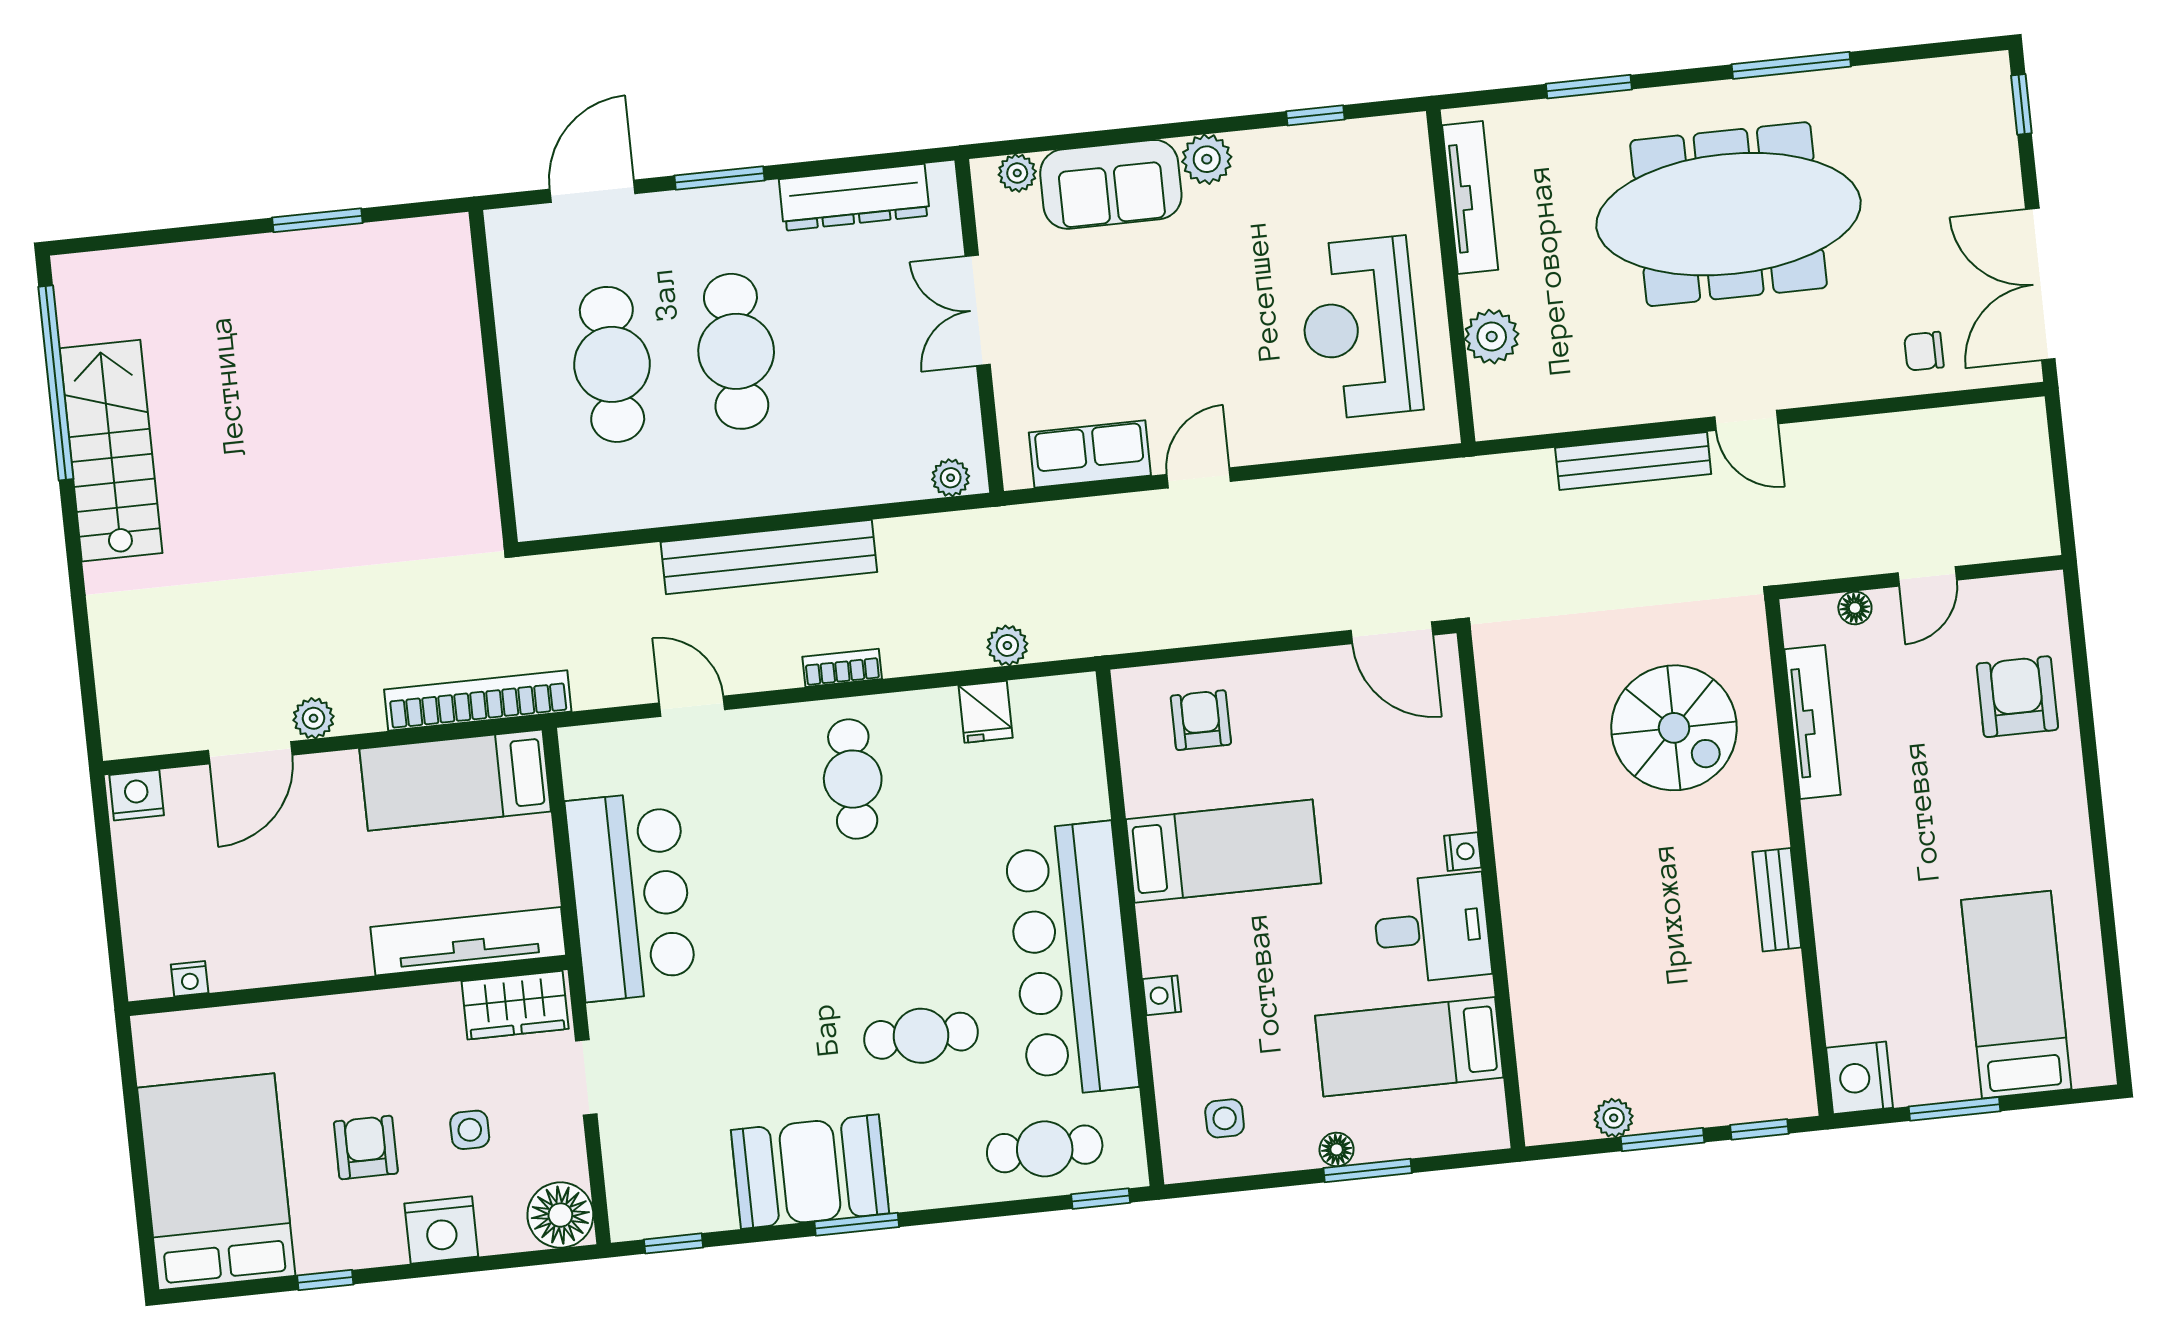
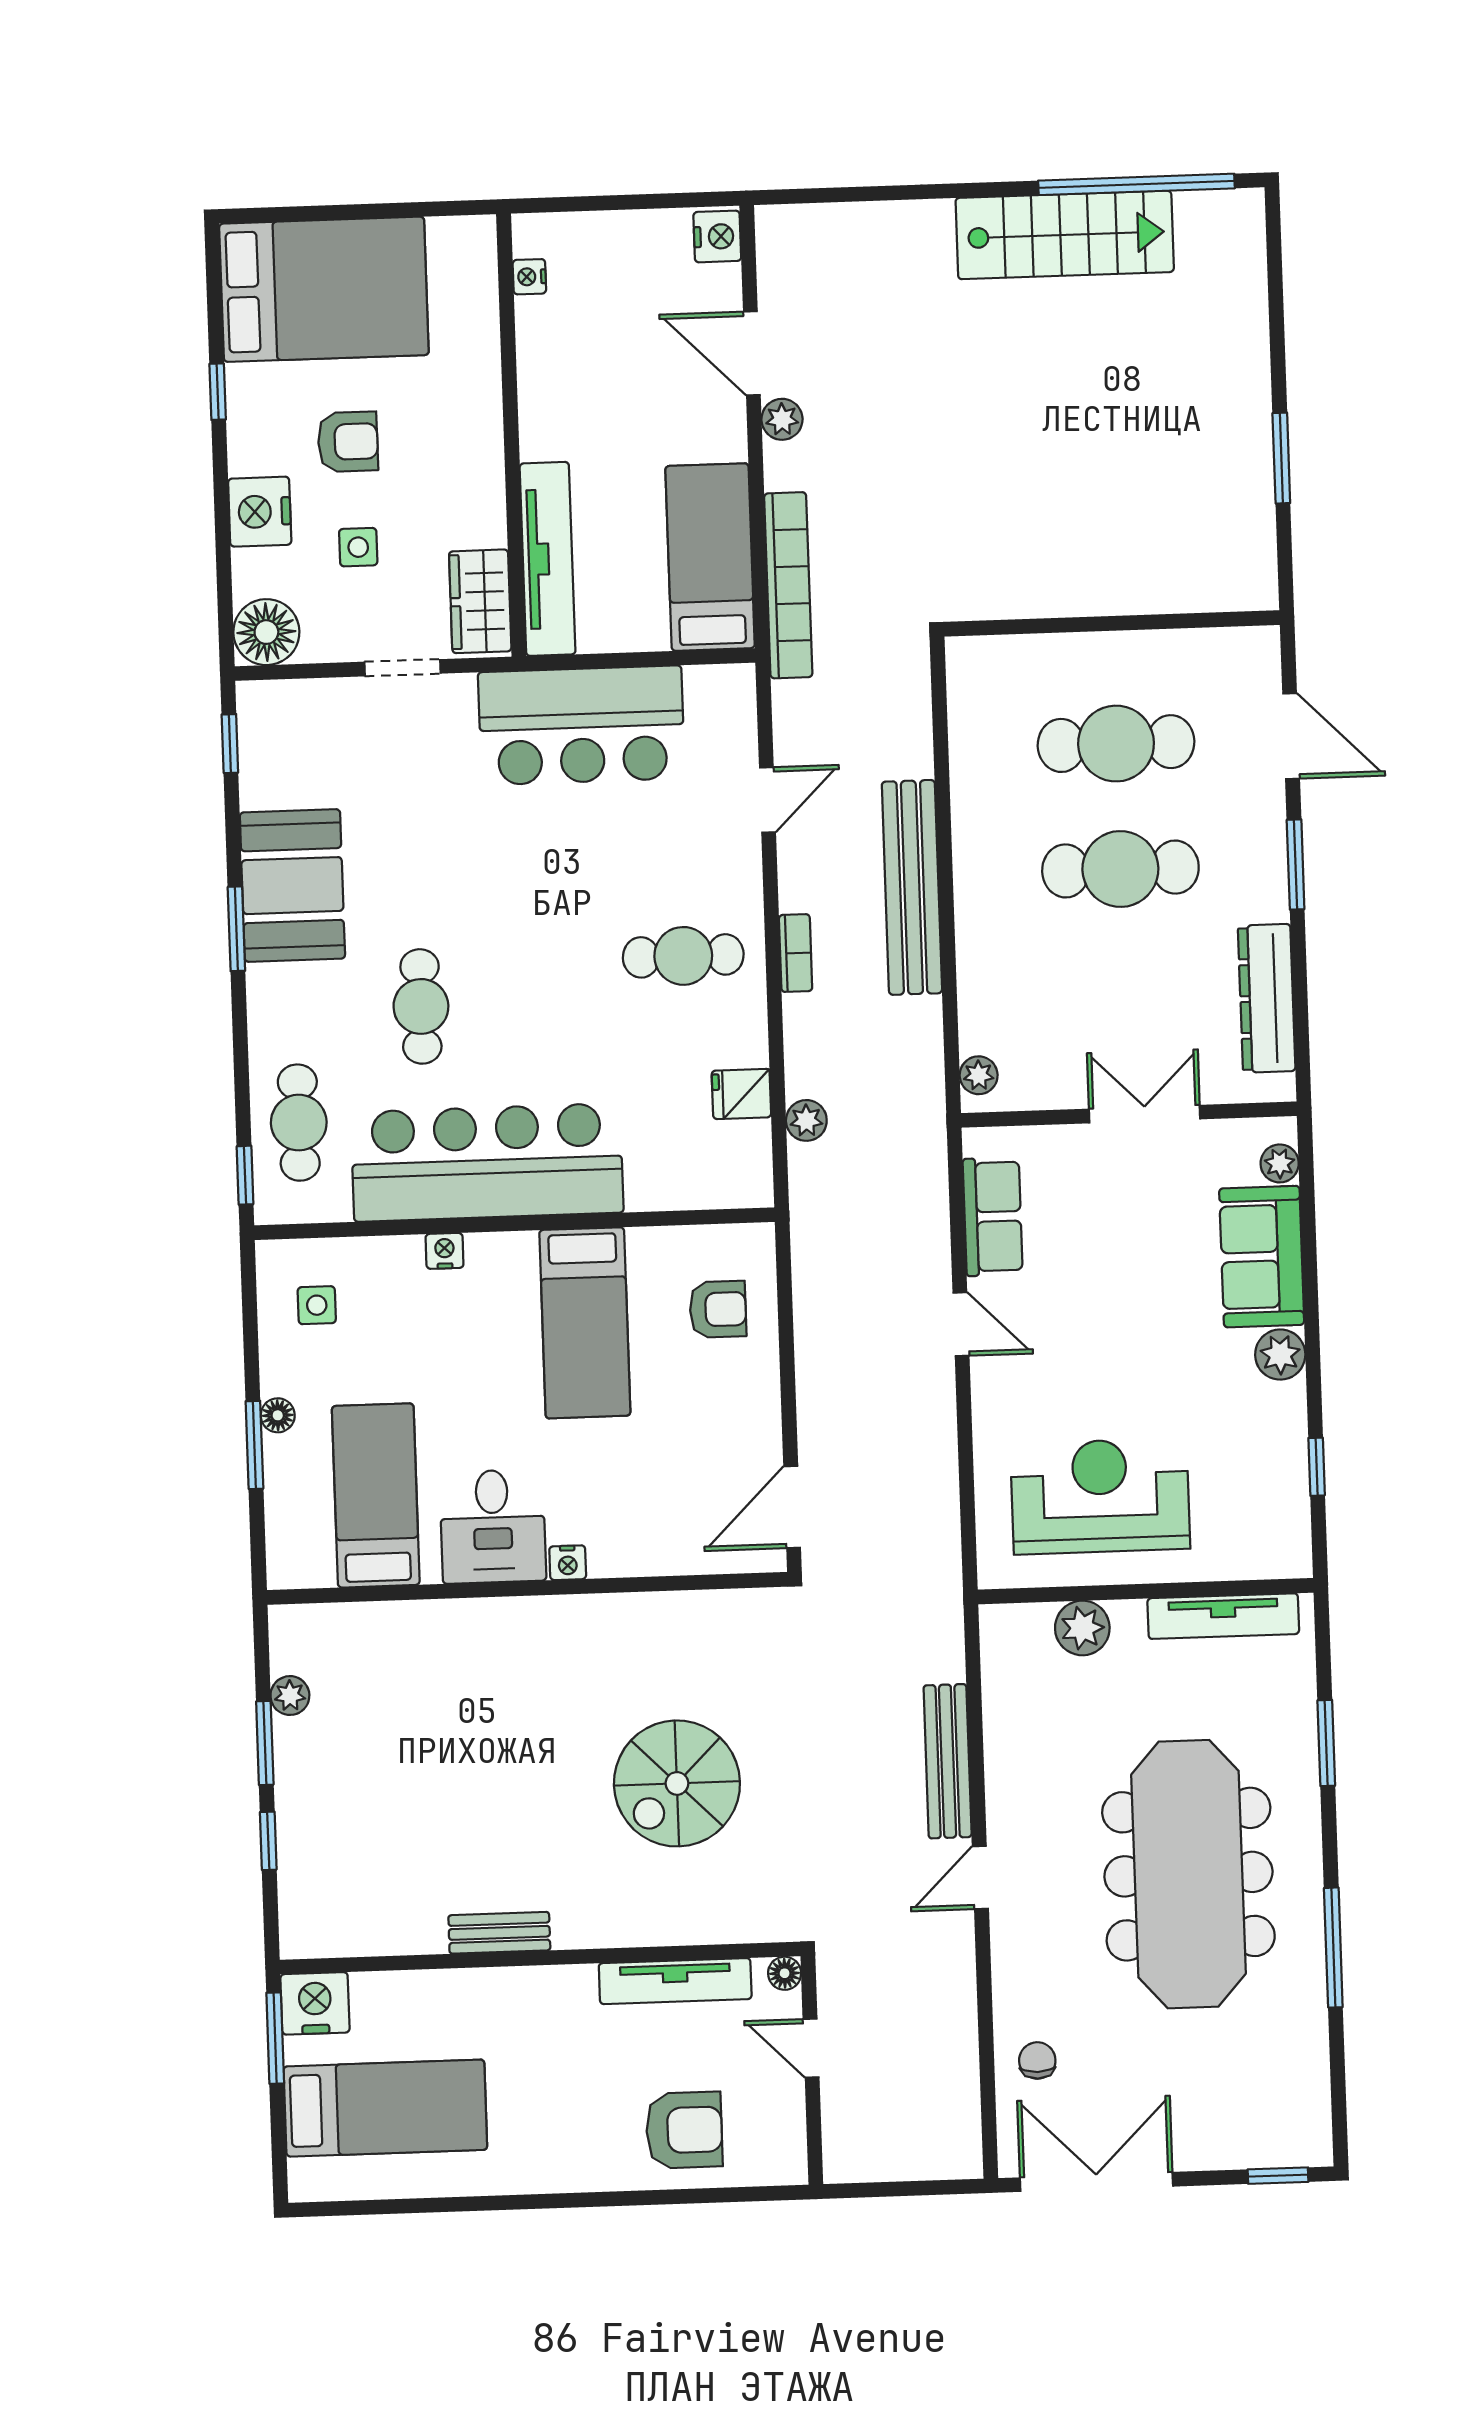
tv unit: (1813, 722) -> (675, 1981), moved
wall: (1799, 858) -> (540, 1958), moved
bench: (1777, 900) -> (499, 1933), moved
nightstand: (1860, 1078) -> (315, 2003), moved

